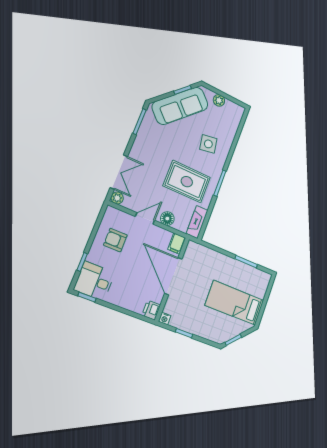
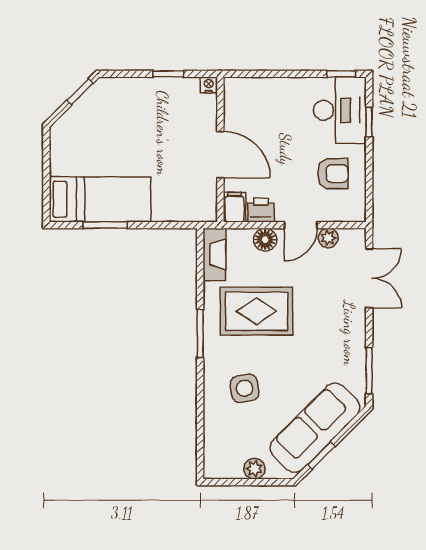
double door: (119, 172) -> (369, 278), swing flipped
plant: (117, 198) -> (328, 238), moved
door: (173, 276) -> (220, 155), width x0.73
desk: (94, 281) -> (340, 110), width x1.37
bed: (235, 303) -> (100, 199), moved
printer: (151, 310) -> (261, 210), moved, turned -90

